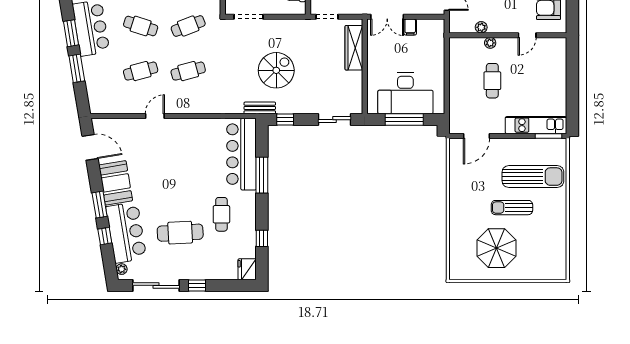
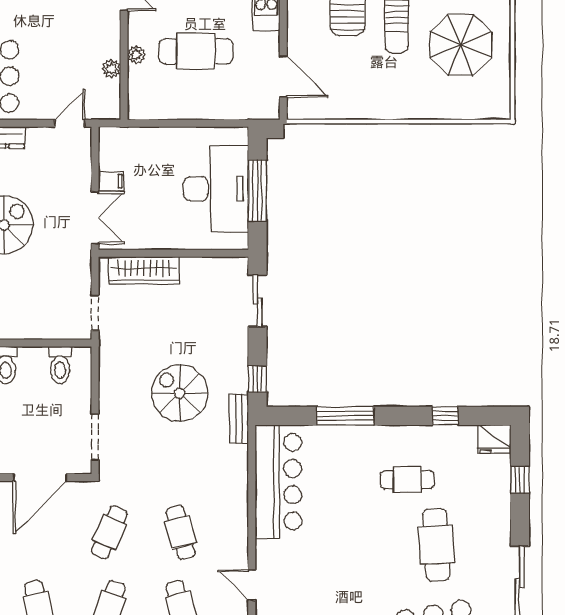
cafe table: (188, 26) -> (109, 532), turned 45
cafe table: (492, 81) -> (196, 51), width x1.37, depth x1.35
bar counter: (242, 154) -> (278, 482), moved, turned -90
window: (197, 285) -> (520, 480), moved

